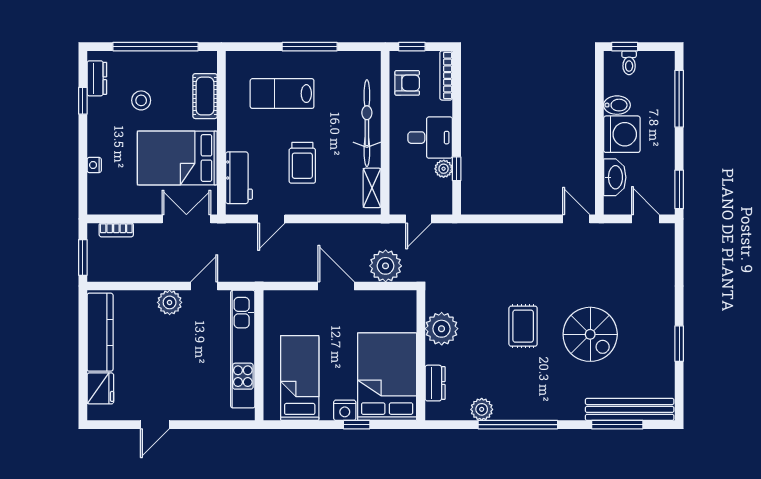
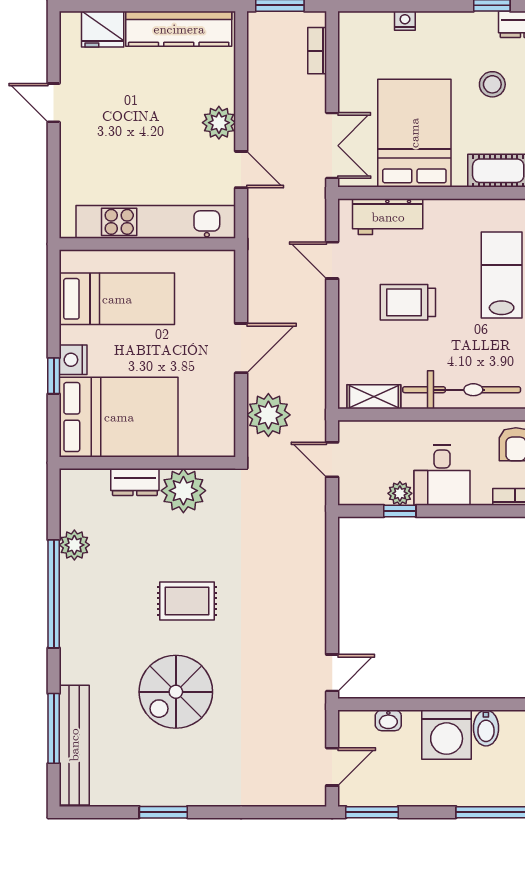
washbasin: (615, 177) -> (388, 720), width x0.52, depth x0.69
dresser: (435, 383) -> (135, 482), moved

